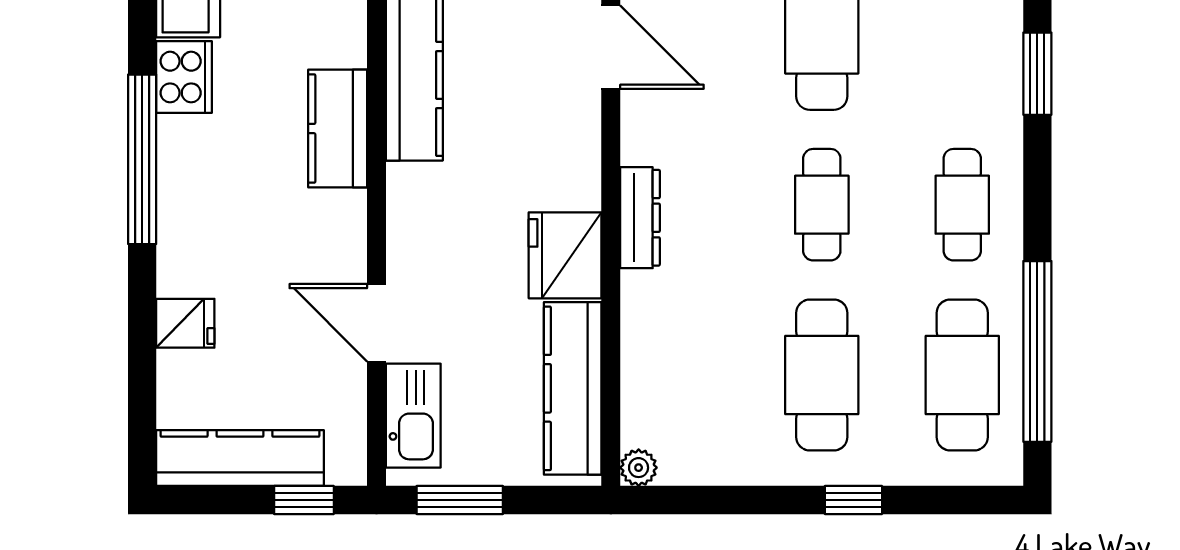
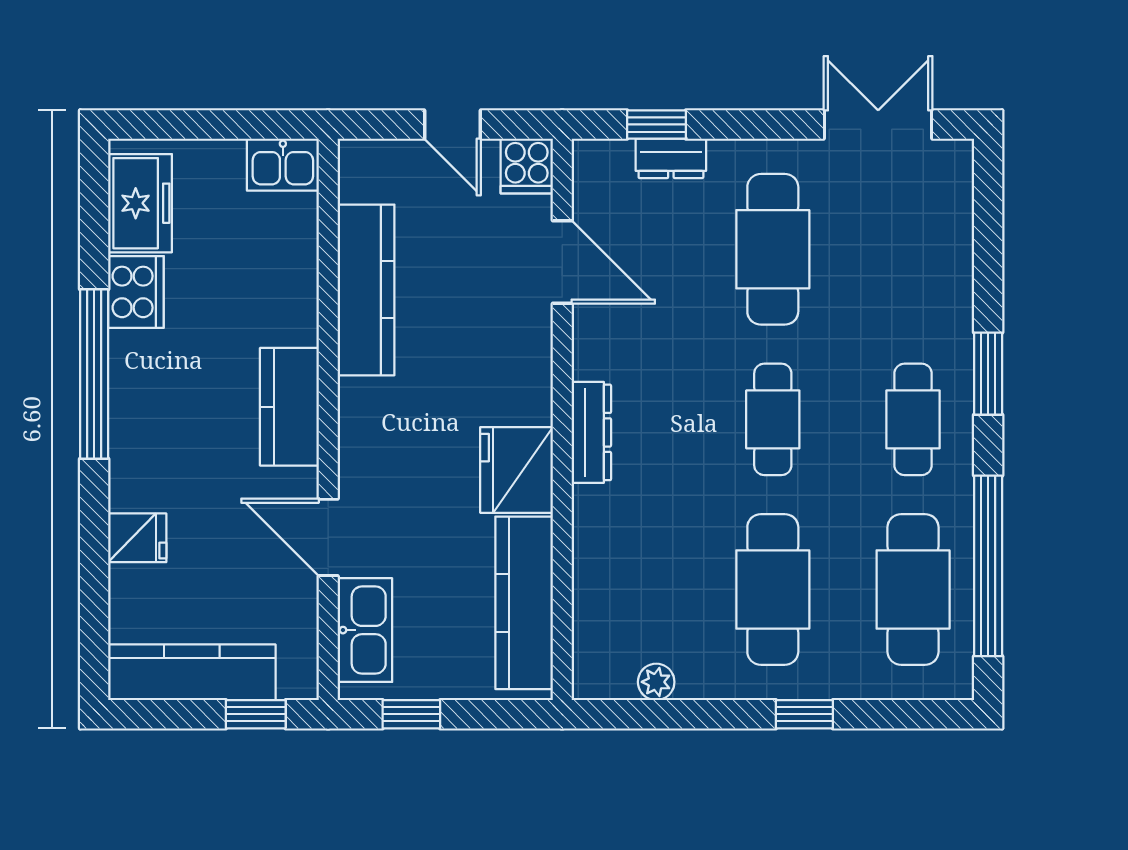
window: (1037, 74) -> (988, 374), moved
kitchen counter: (338, 129) -> (289, 407), moved
plant: (639, 468) -> (656, 682), moved
window: (460, 500) -> (411, 714), width x0.67

